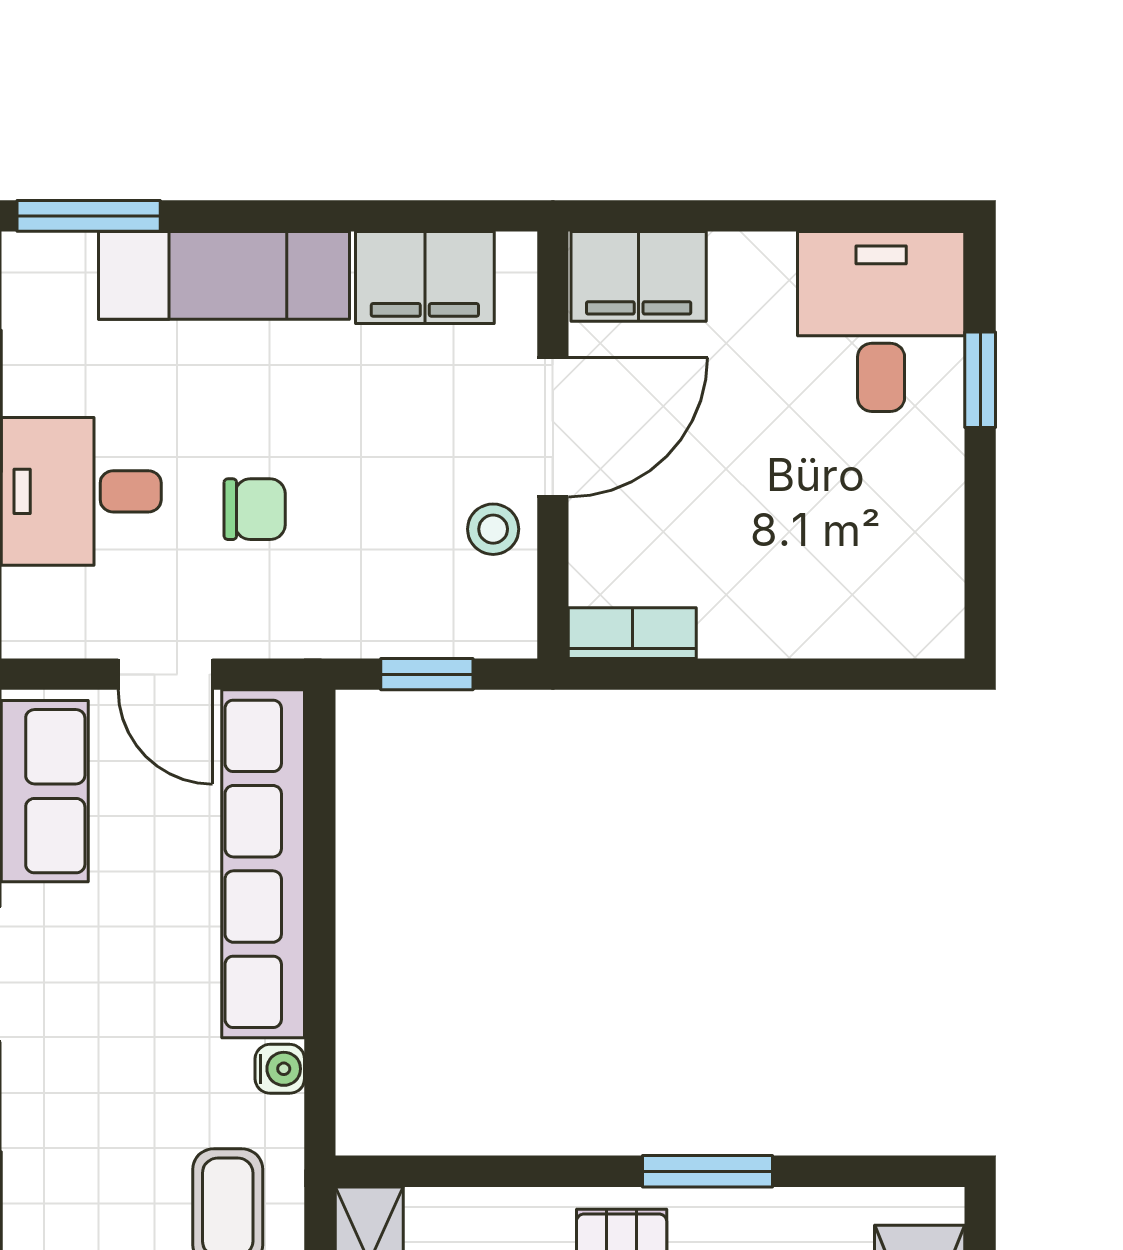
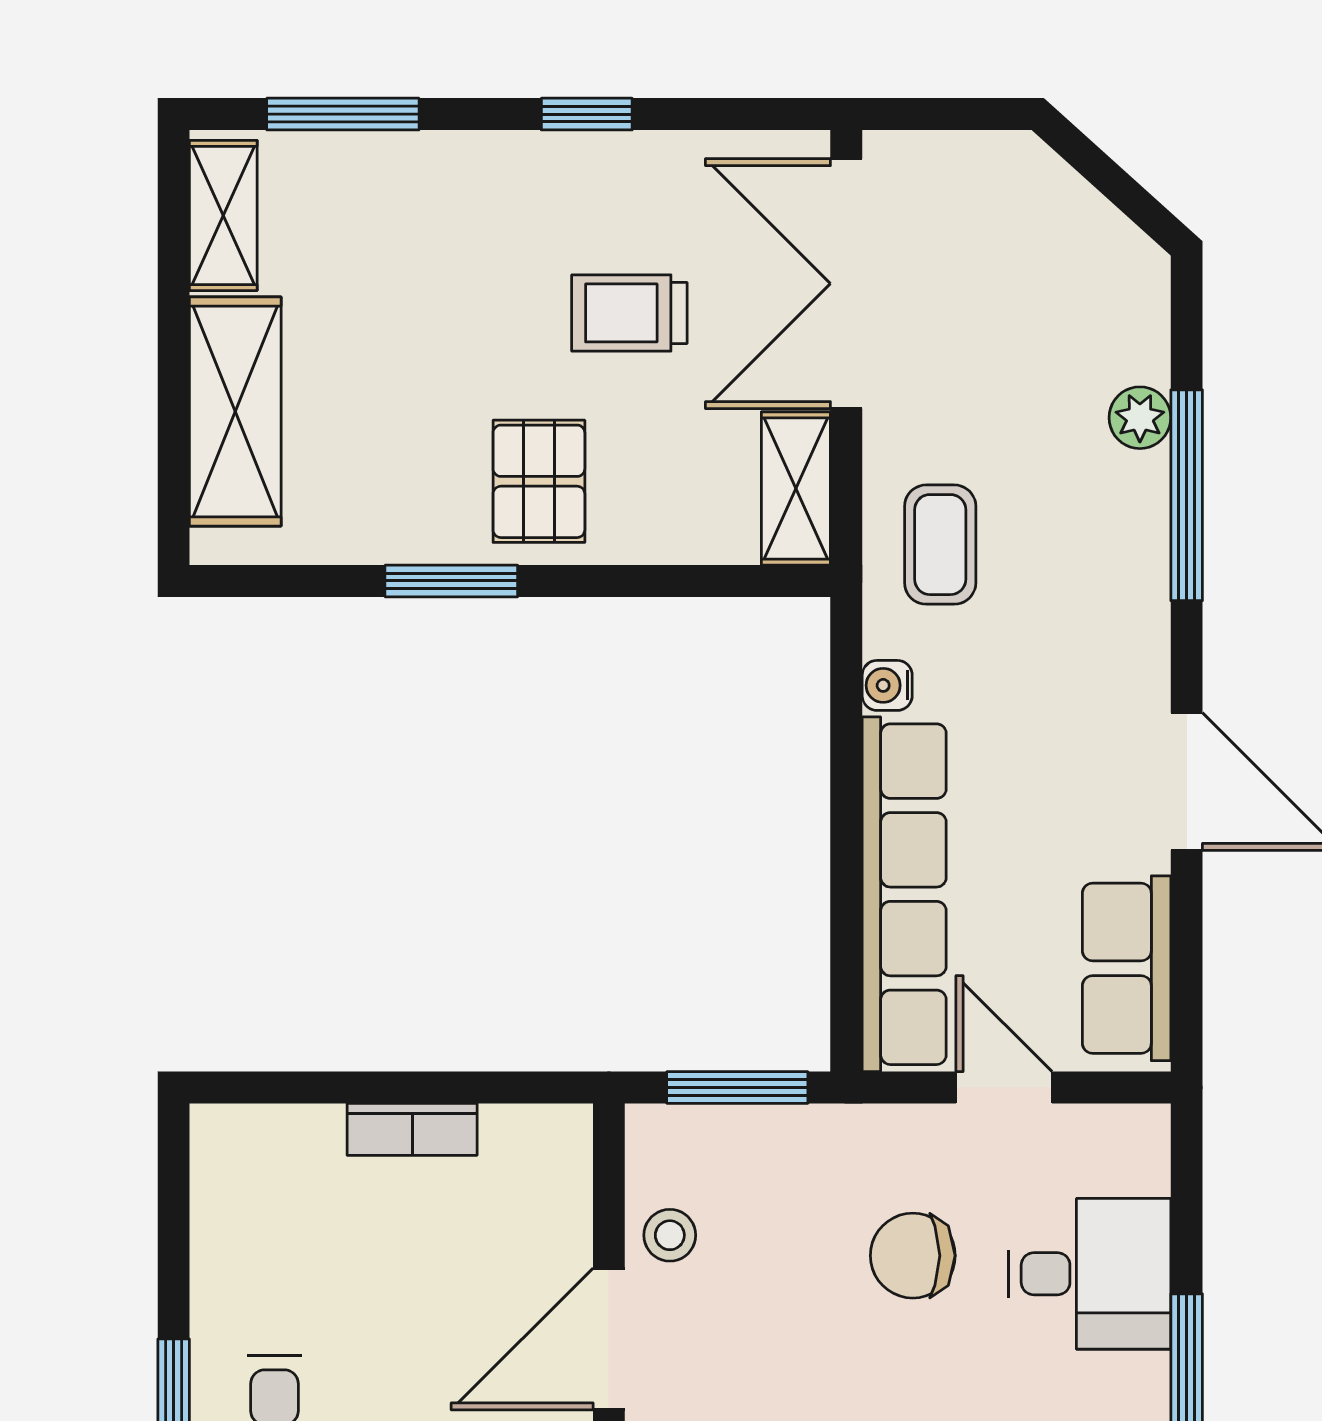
chair: (255, 509) -> (913, 1256), width x1.37, depth x1.37
bookcase: (632, 633) -> (412, 1129), moved
window: (427, 674) -> (737, 1087), width x1.50

